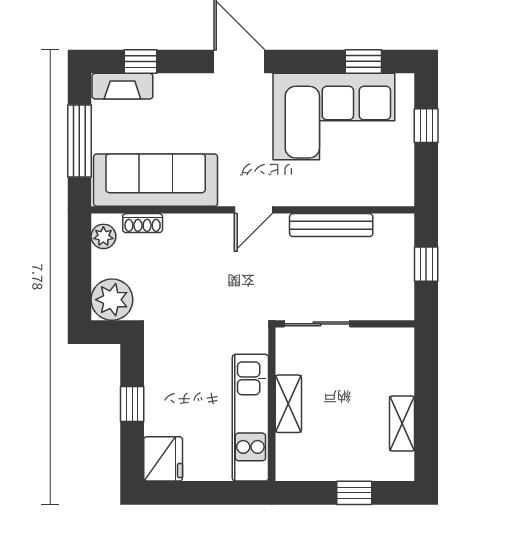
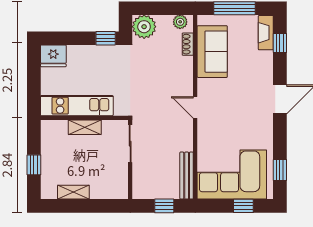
corner sofa: (334, 116) -> (232, 175), moved, turned 90
sofa: (156, 180) -> (212, 52), width x0.73
bench: (331, 225) -> (187, 176), moved
window: (132, 404) -> (106, 38), moved

